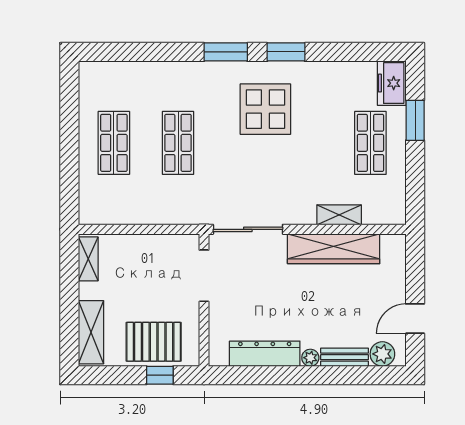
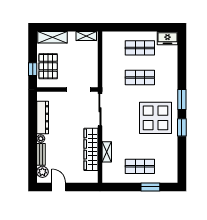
freezer: (392, 83) -> (168, 38), moved, turned 180
display table: (265, 109) -> (155, 118), width x1.36, depth x1.36

